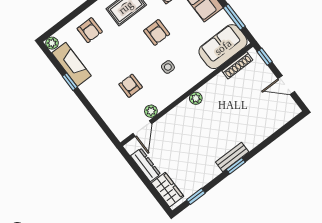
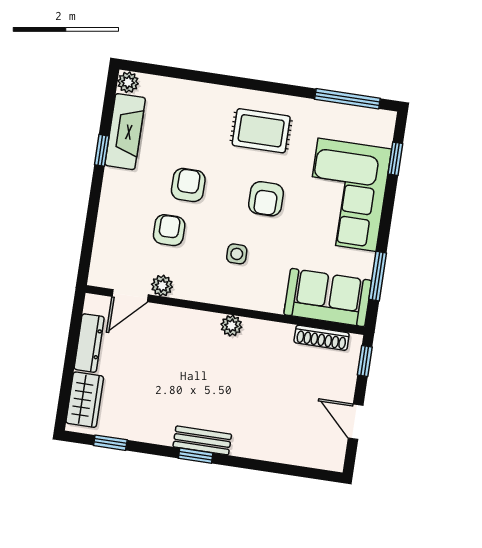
armchair: (90, 30) -> (188, 185), moved, turned 180

